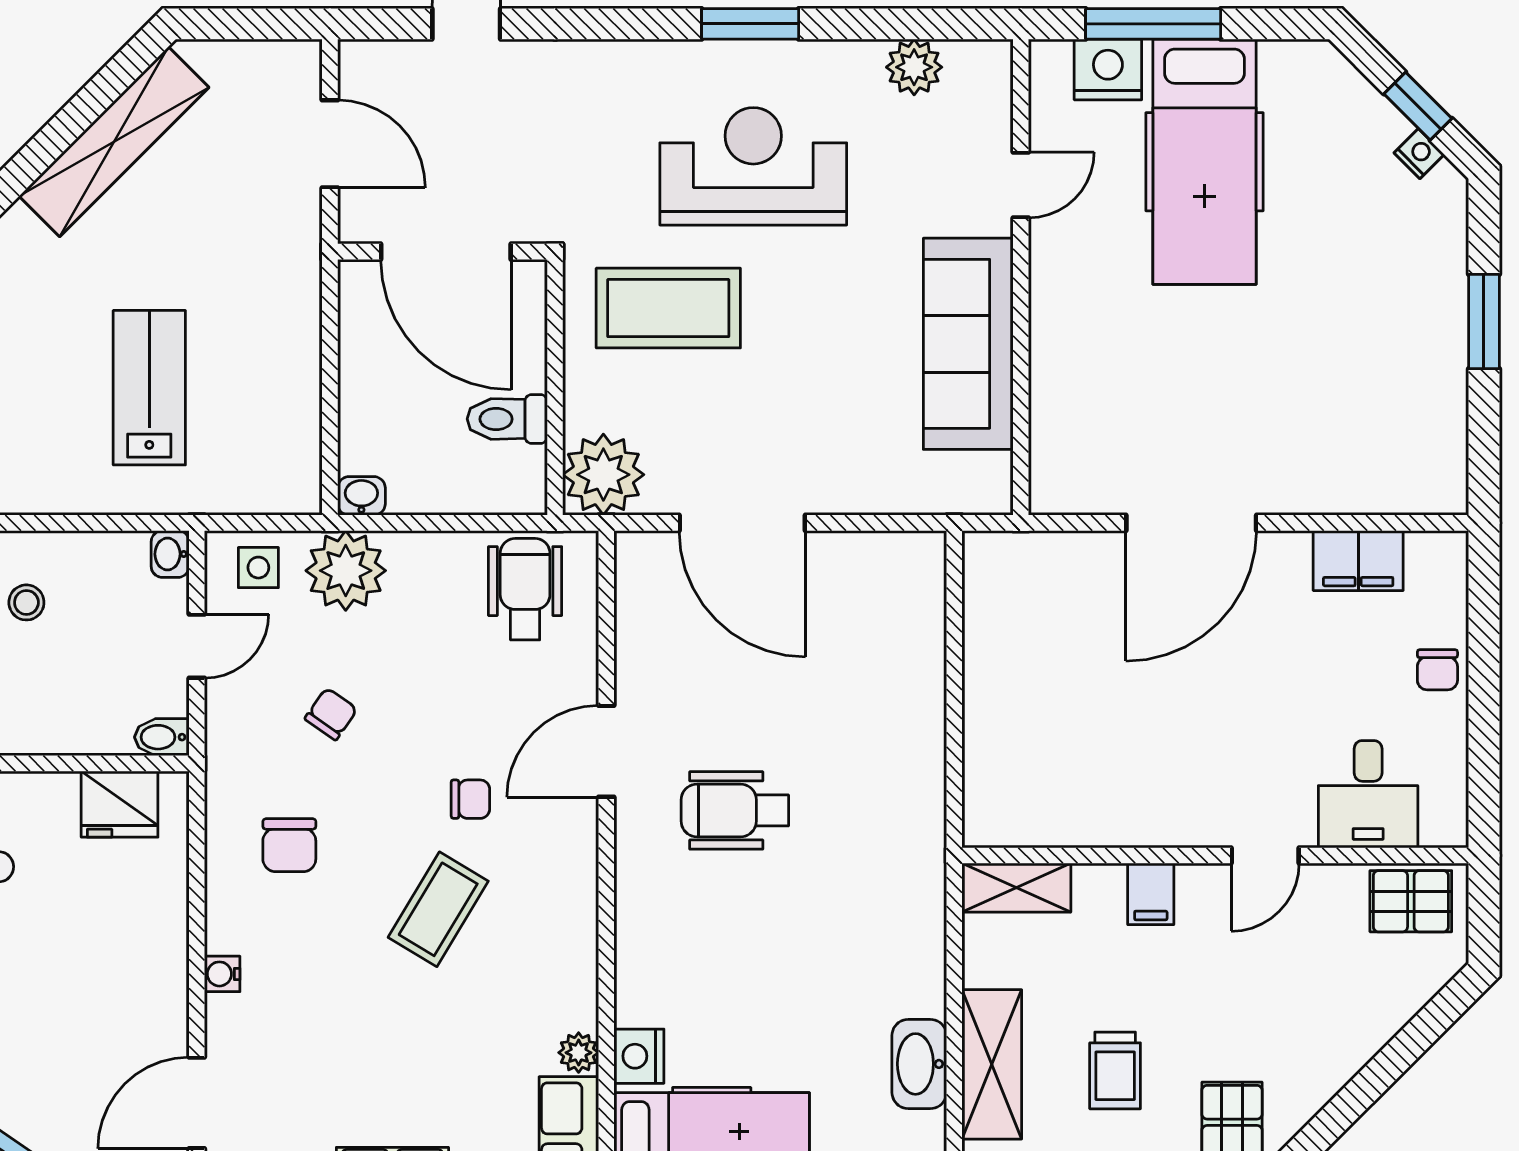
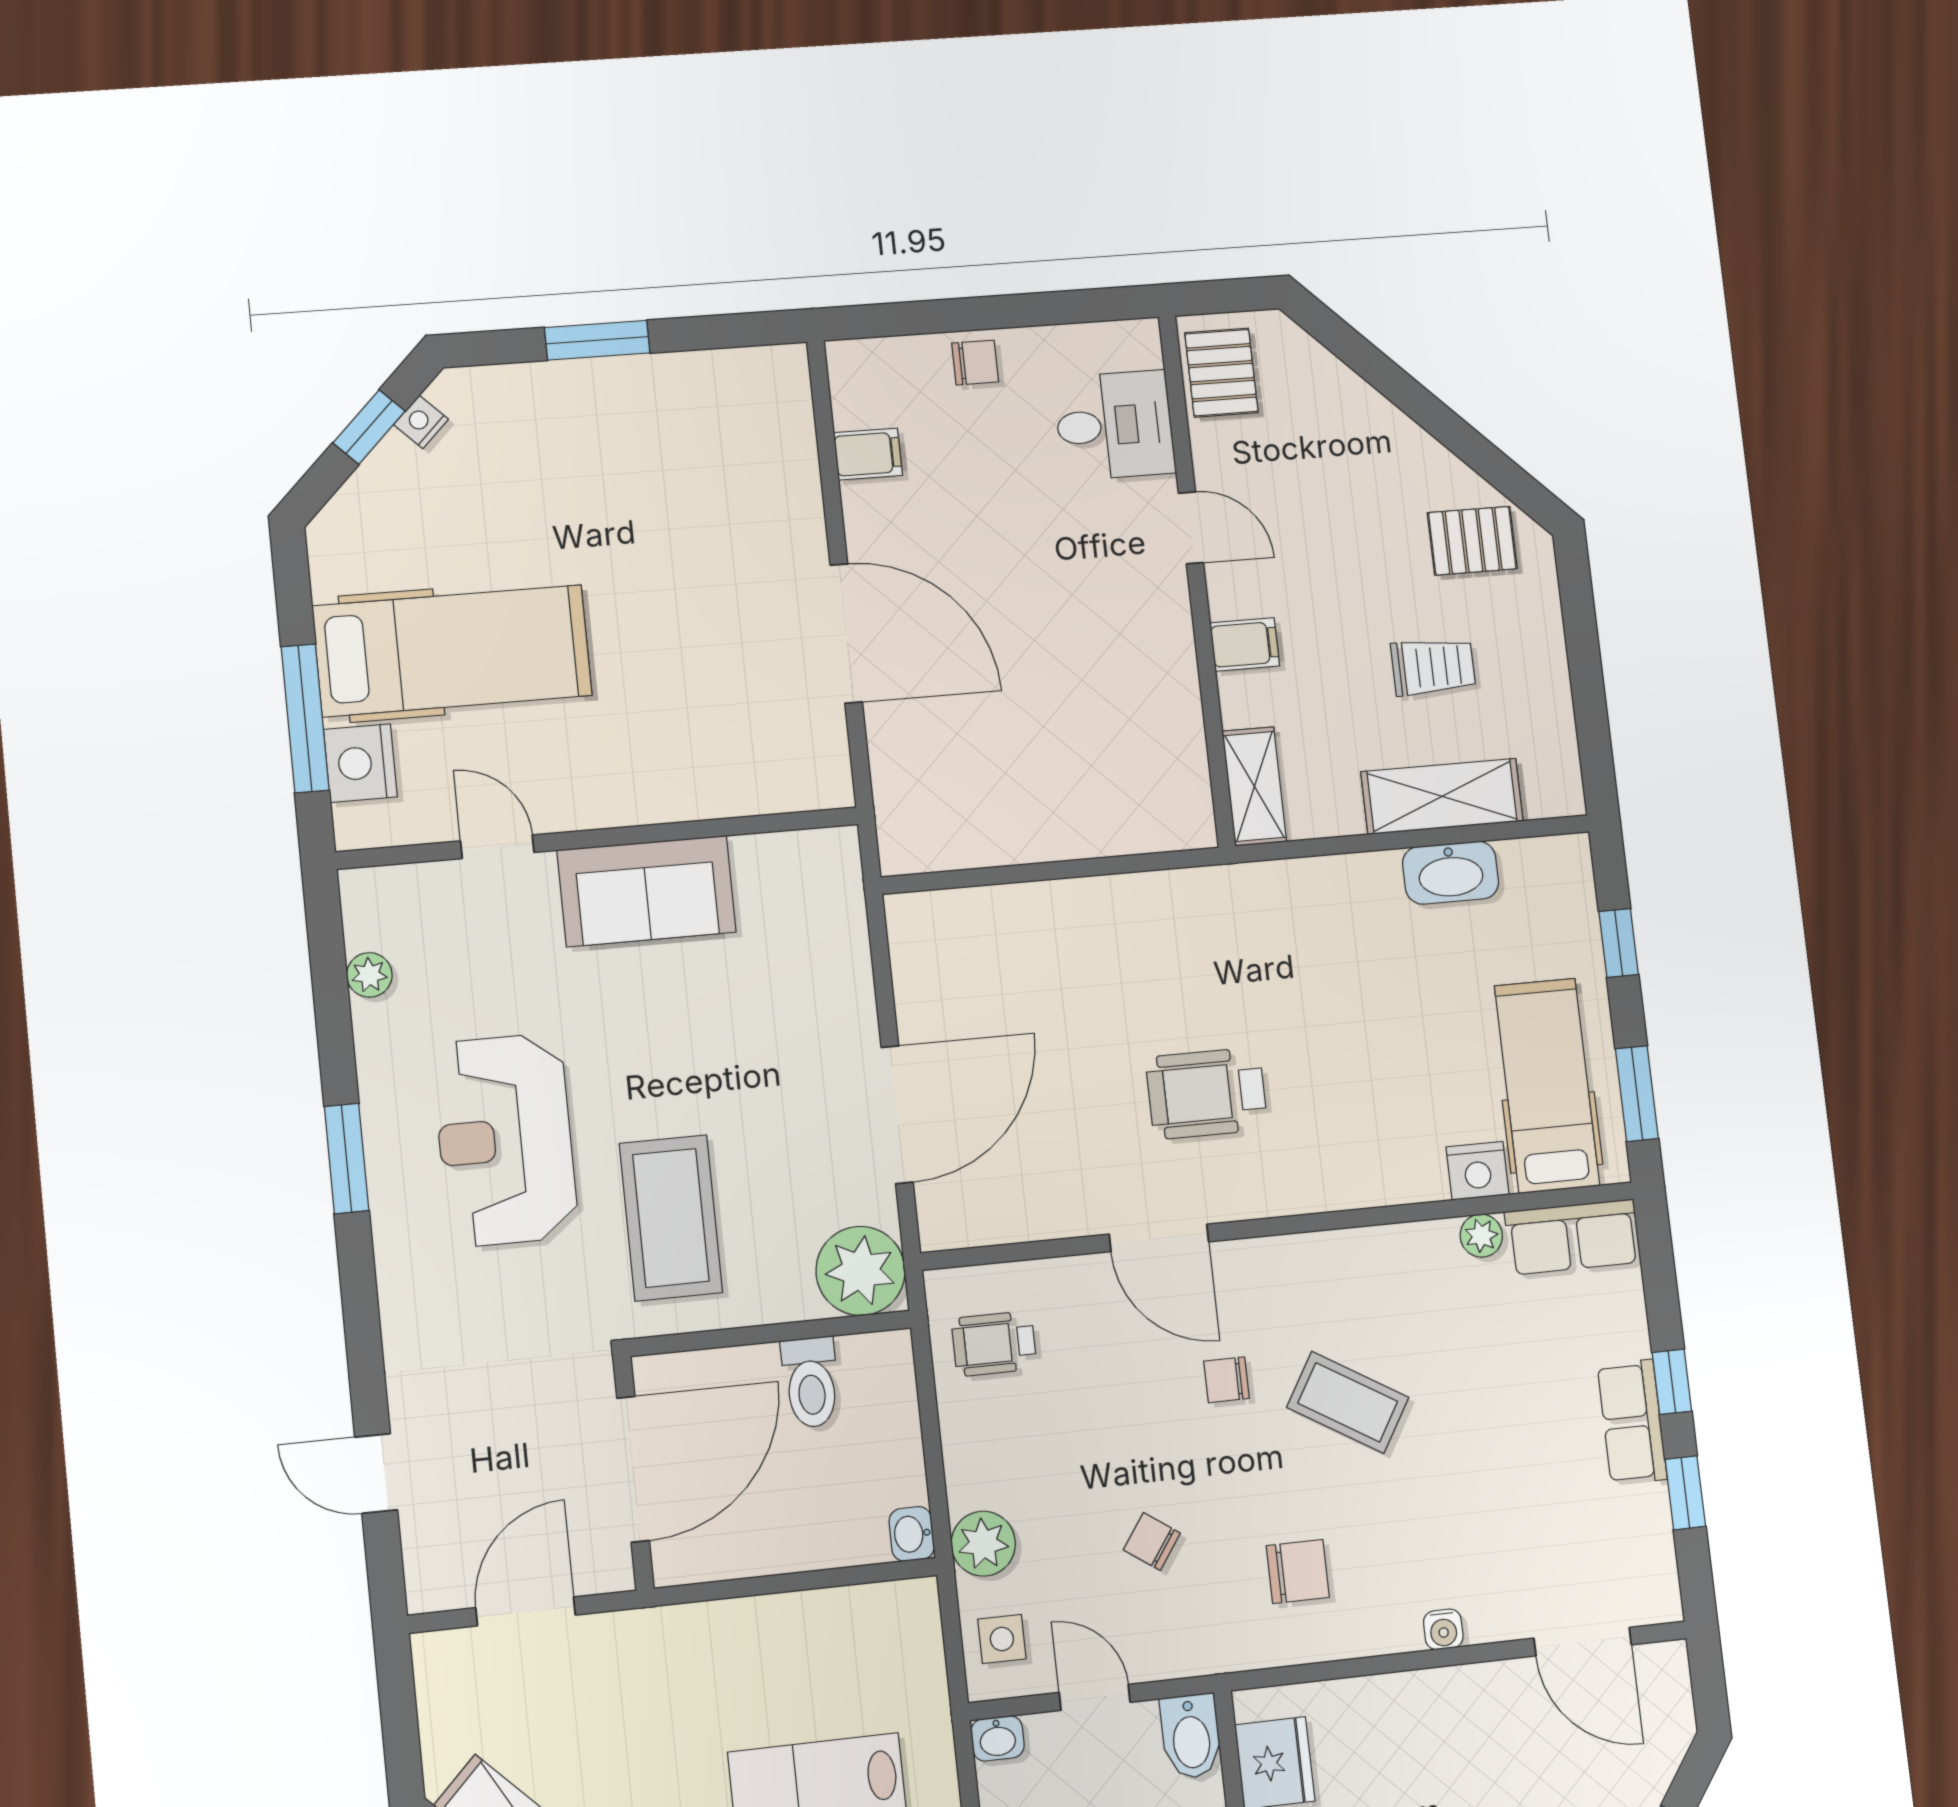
plant: (914, 67) -> (369, 975), width x0.73, depth x0.73
sofa: (968, 344) -> (647, 891), width x0.73
filing cabinet: (1358, 561) -> (868, 454), width x0.50
plant: (346, 571) -> (983, 1544), width x0.73, depth x0.73
wheelchair: (525, 589) -> (994, 1344), width x0.73, depth x0.73
bidet: (162, 737) -> (1191, 1736), width x1.38, depth x1.36
chair: (470, 799) -> (1226, 1380), turned -90
wheelchair: (735, 810) -> (1207, 1093), turned 90

